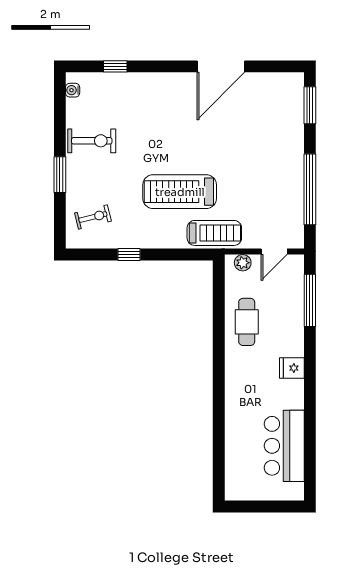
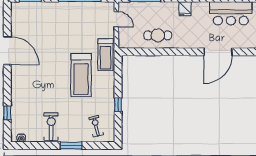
treadmill: (214, 233) -> (105, 54), turned 180
plant: (243, 263) -> (123, 38), removed
door: (219, 424) -> (218, 52), added

